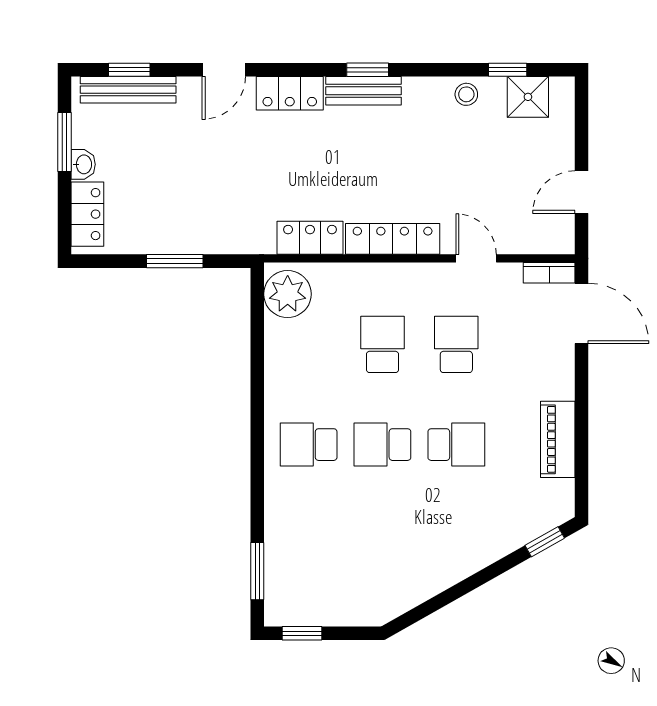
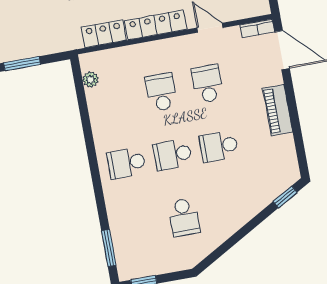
plant: (288, 294) -> (91, 80), width x0.53, depth x0.53
piano: (558, 439) -> (278, 110), moved
school desk: (456, 445) -> (219, 146), turned 180
school desk: (382, 545) -> (184, 217), added

